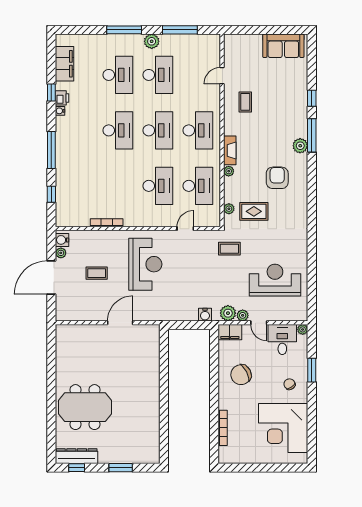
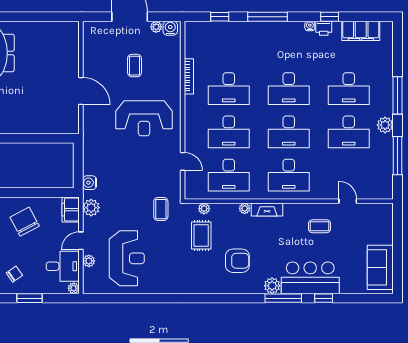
bar counter: (293, 111) -> (310, 278), added
desk: (118, 186) -> (229, 89), added
plant: (243, 315) -> (89, 261), moved

